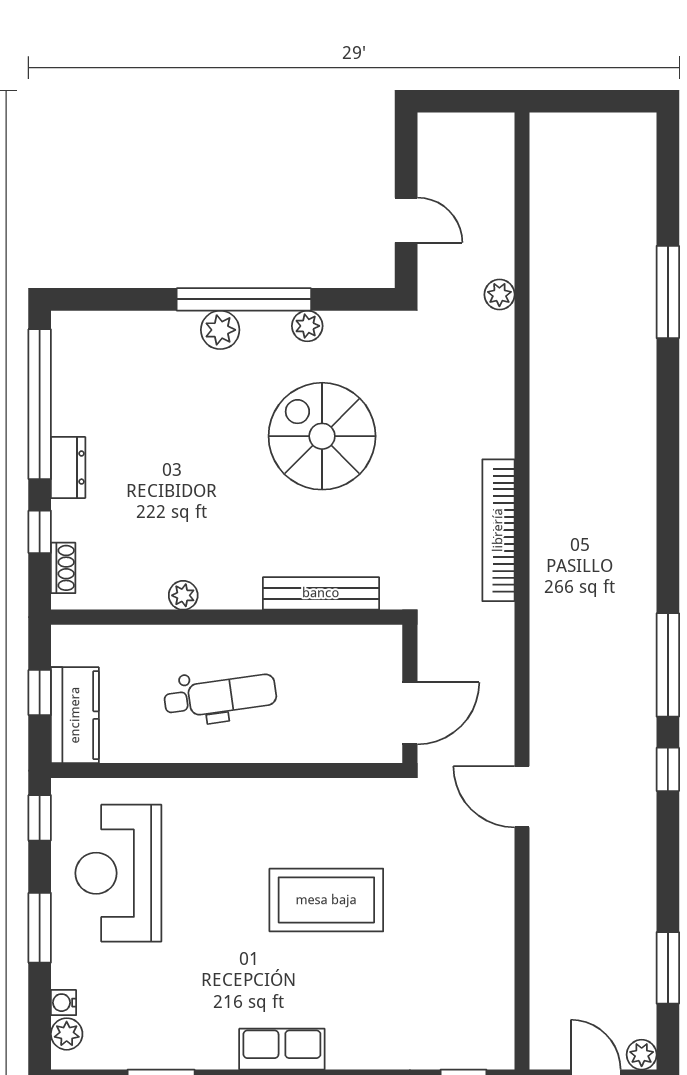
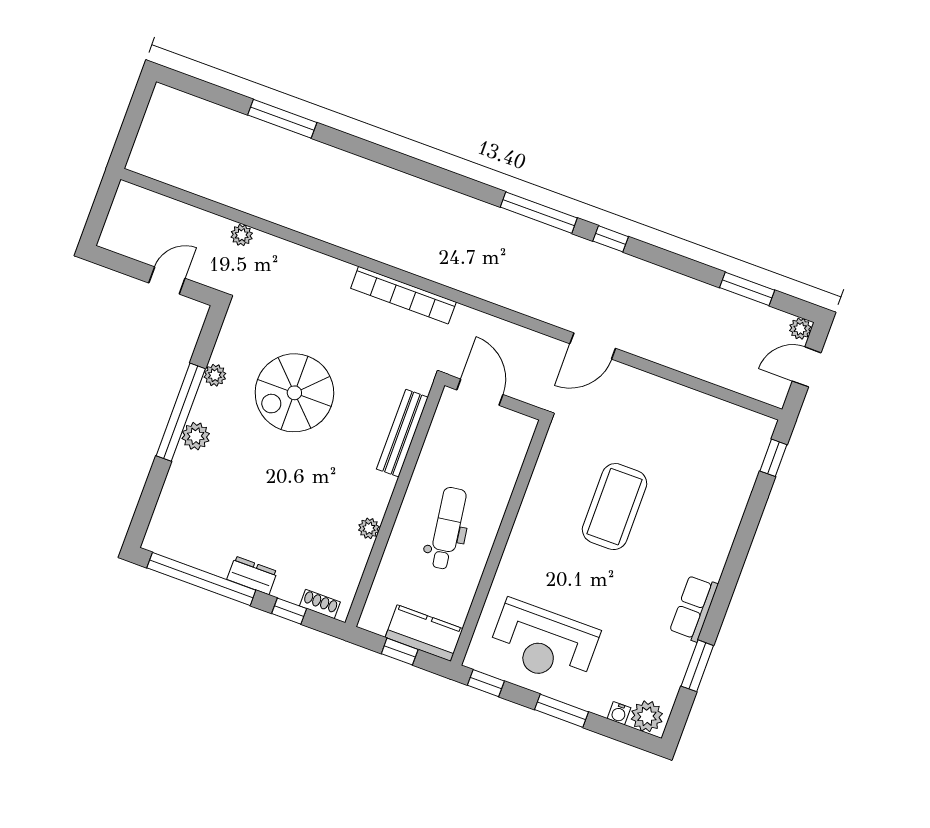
door: (410, 713) -> (480, 392), moved
plant: (67, 1034) -> (647, 716), width x1.38, depth x1.38
row of seats: (282, 1049) -> (694, 608), moved

